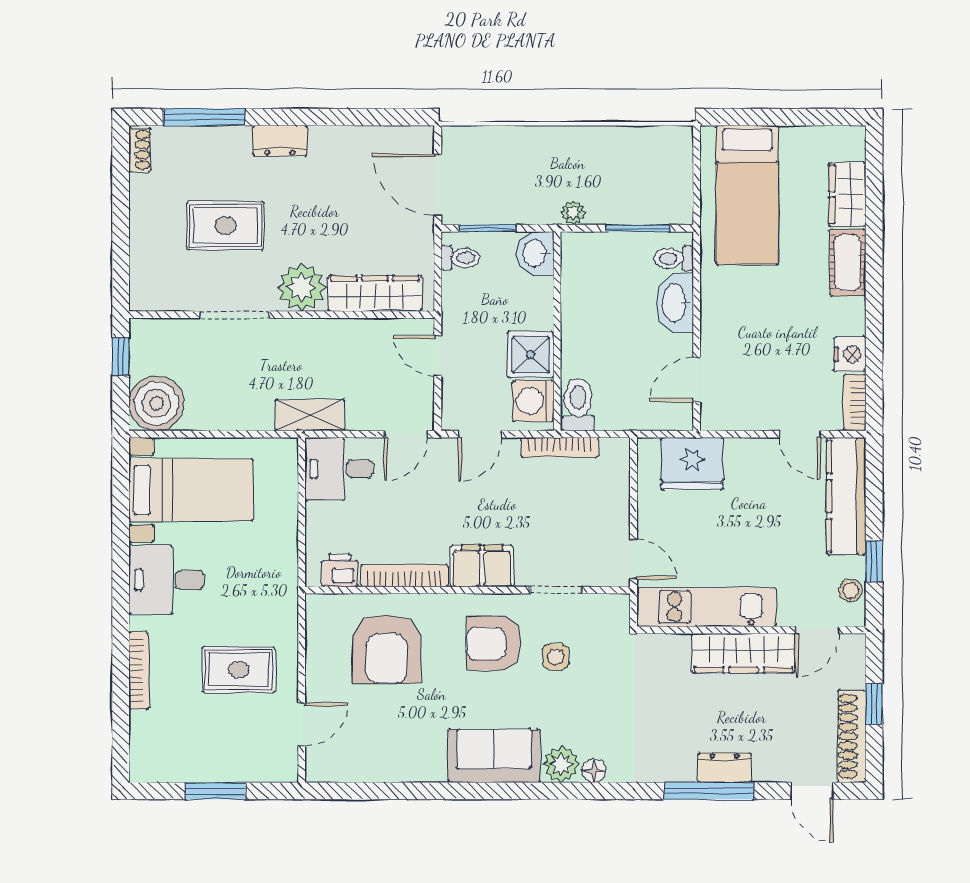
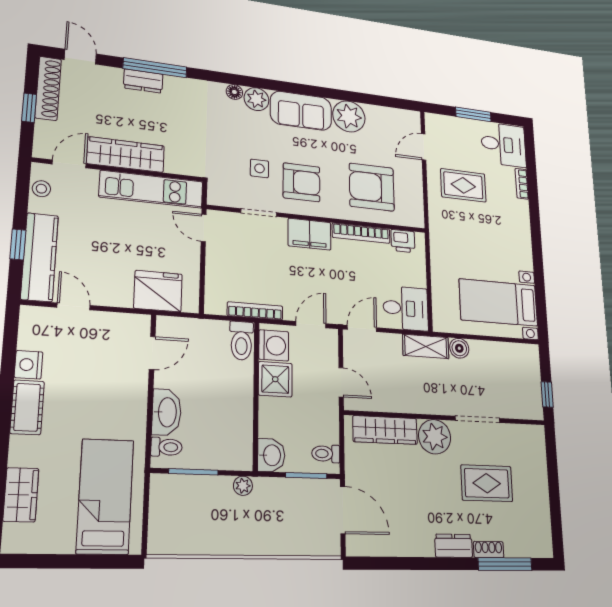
shoe rack: (140, 150) -> (489, 550), moved, turned 90
cot: (848, 262) -> (27, 407), moved
bookcase: (855, 402) -> (27, 327), removed
boiler: (156, 403) -> (459, 348), moved, width x0.54, depth x0.54
window: (874, 561) -> (18, 244), moved
desk: (166, 580) -> (504, 145), moved
armchair: (387, 649) -> (372, 187), turned -90
bookcase: (139, 671) -> (522, 184), width x0.64
plant: (420, 758) -> (349, 116), added

